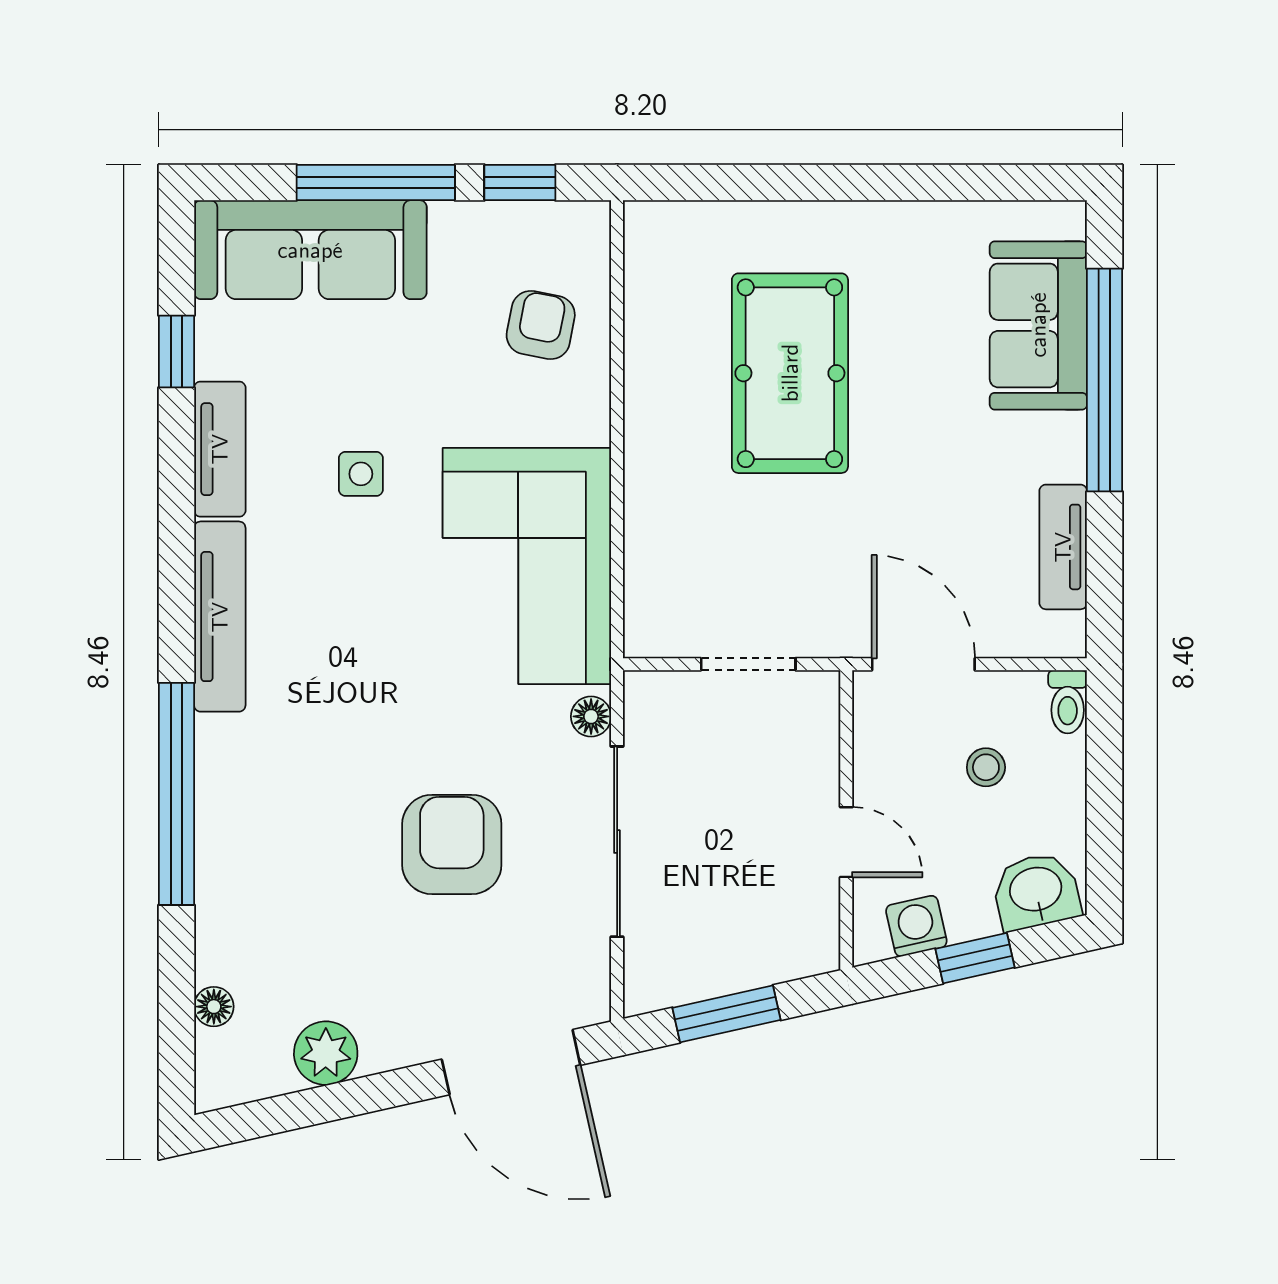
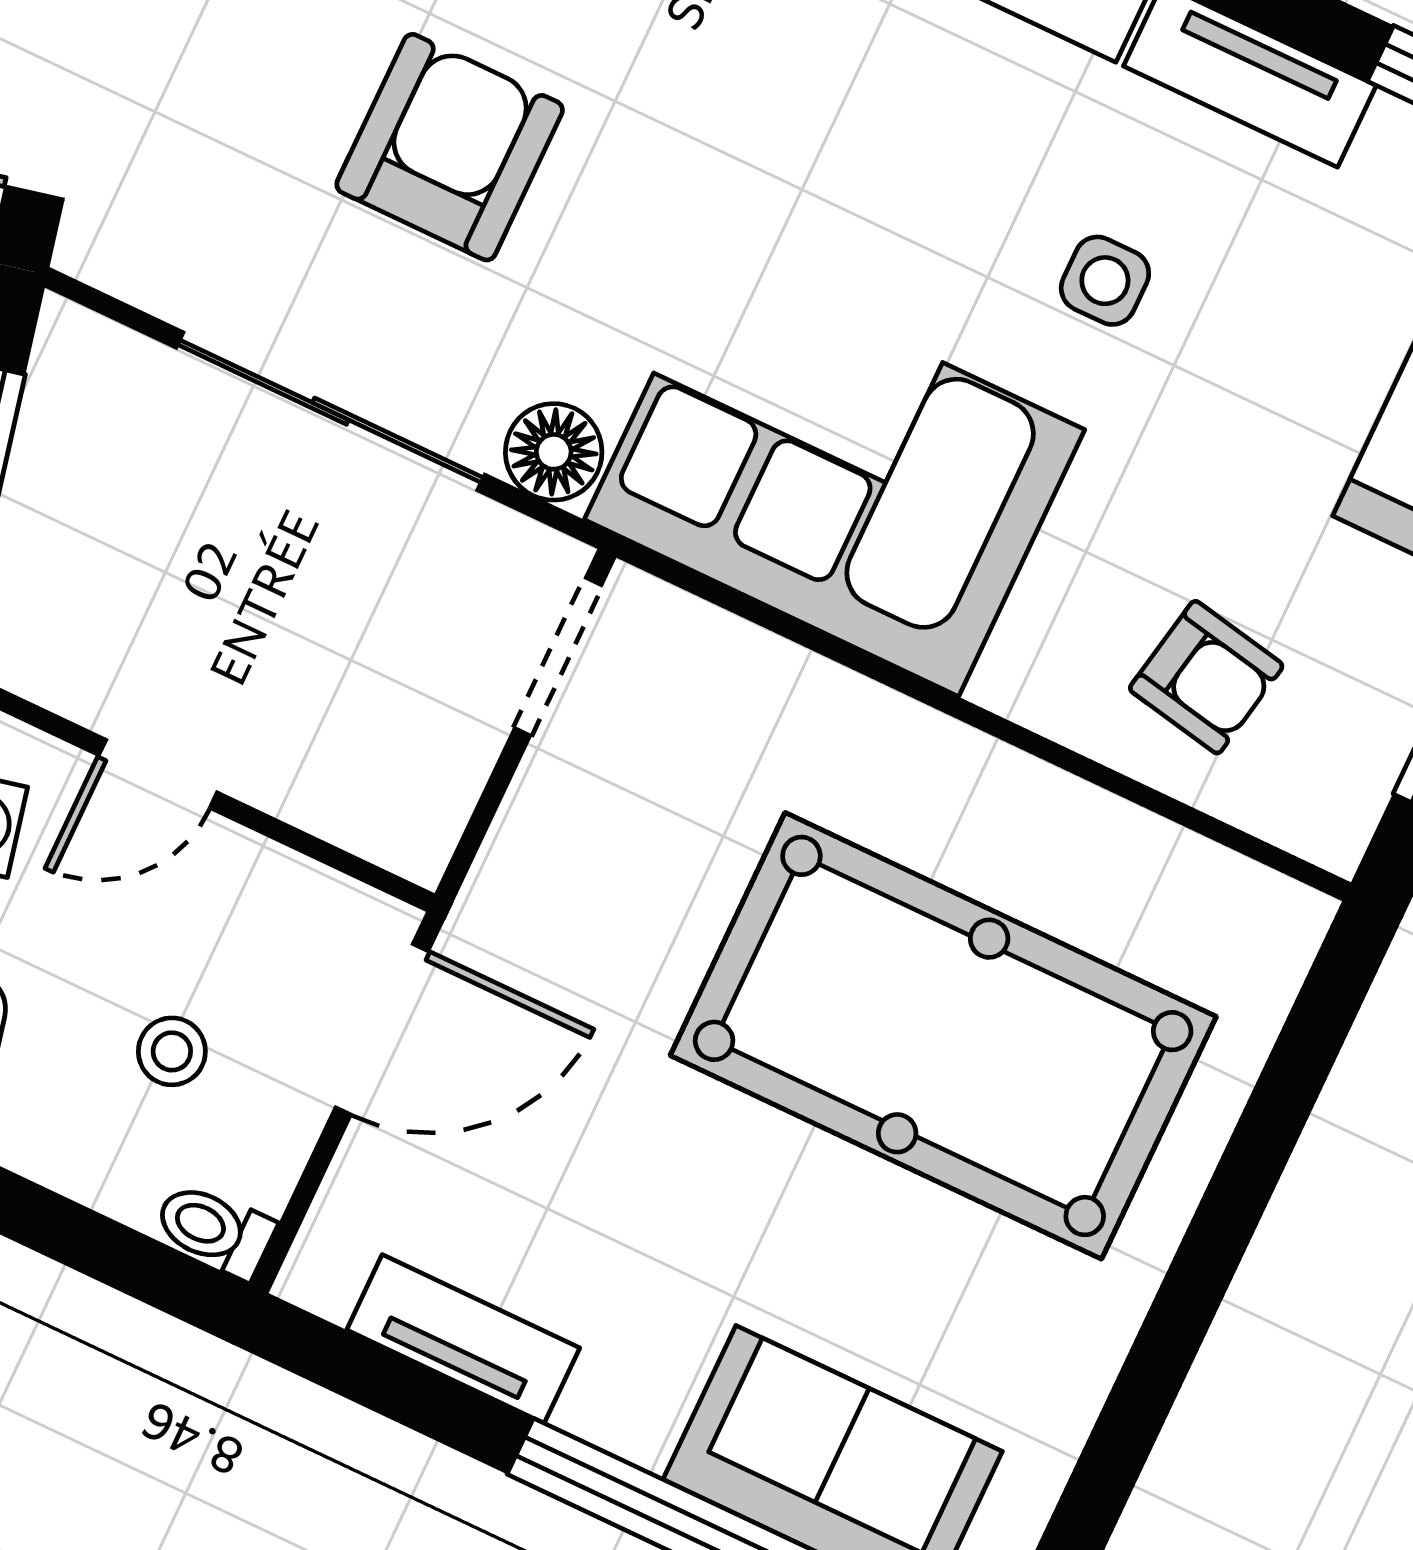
pool table: (790, 373) -> (943, 1036), width x1.36, depth x1.32
doorway: (748, 664) -> (558, 657), moved
floor lamp: (591, 716) -> (554, 452), width x1.37, depth x1.37
armchair: (452, 844) -> (450, 147), turned -90

